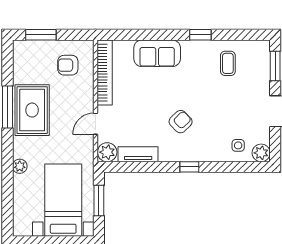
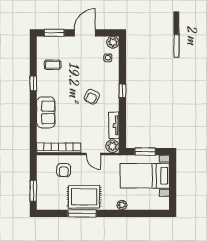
armchair: (68, 65) -> (64, 170), moved
armchair: (181, 122) -> (92, 97), turned -109

